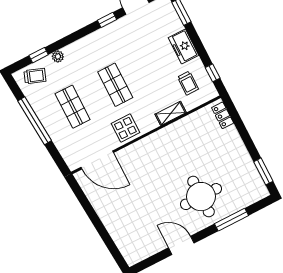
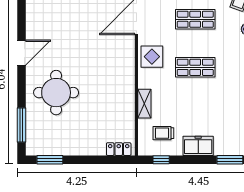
window: (231, 220) -> (22, 125), moved

